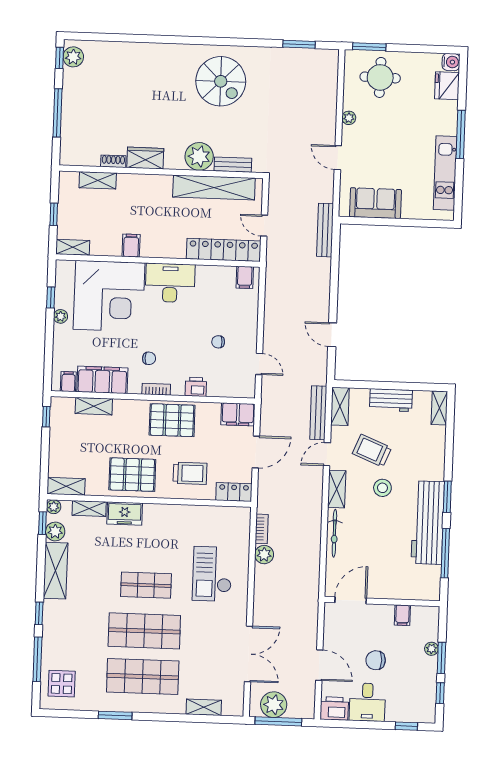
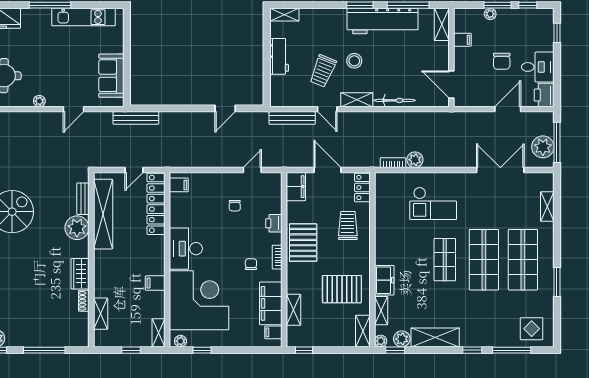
plant: (61, 316) -> (181, 341), moved
shelving: (340, 406) -> (442, 24), moved, turned 90
pallet: (132, 475) -> (342, 289), moved, turned 90

